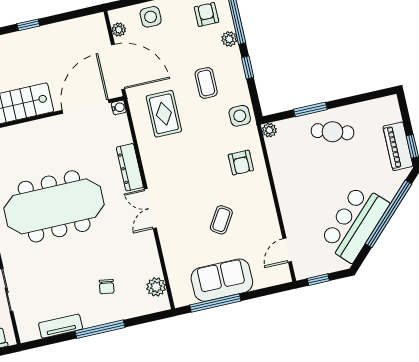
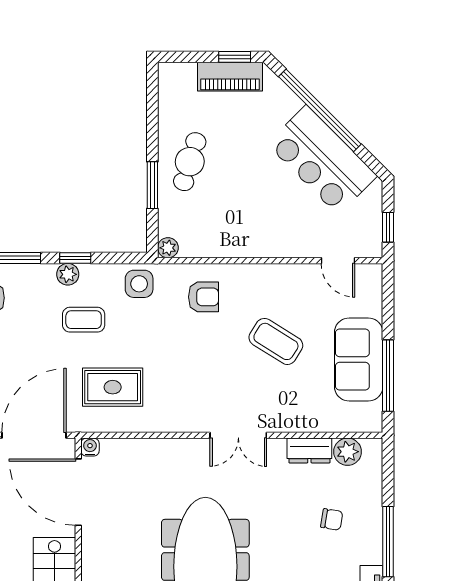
plant: (229, 39) -> (68, 274), moved
dresser: (130, 167) -> (309, 451), moved, width x0.70
coffee table: (221, 220) -> (276, 341), width x1.36, depth x1.30

